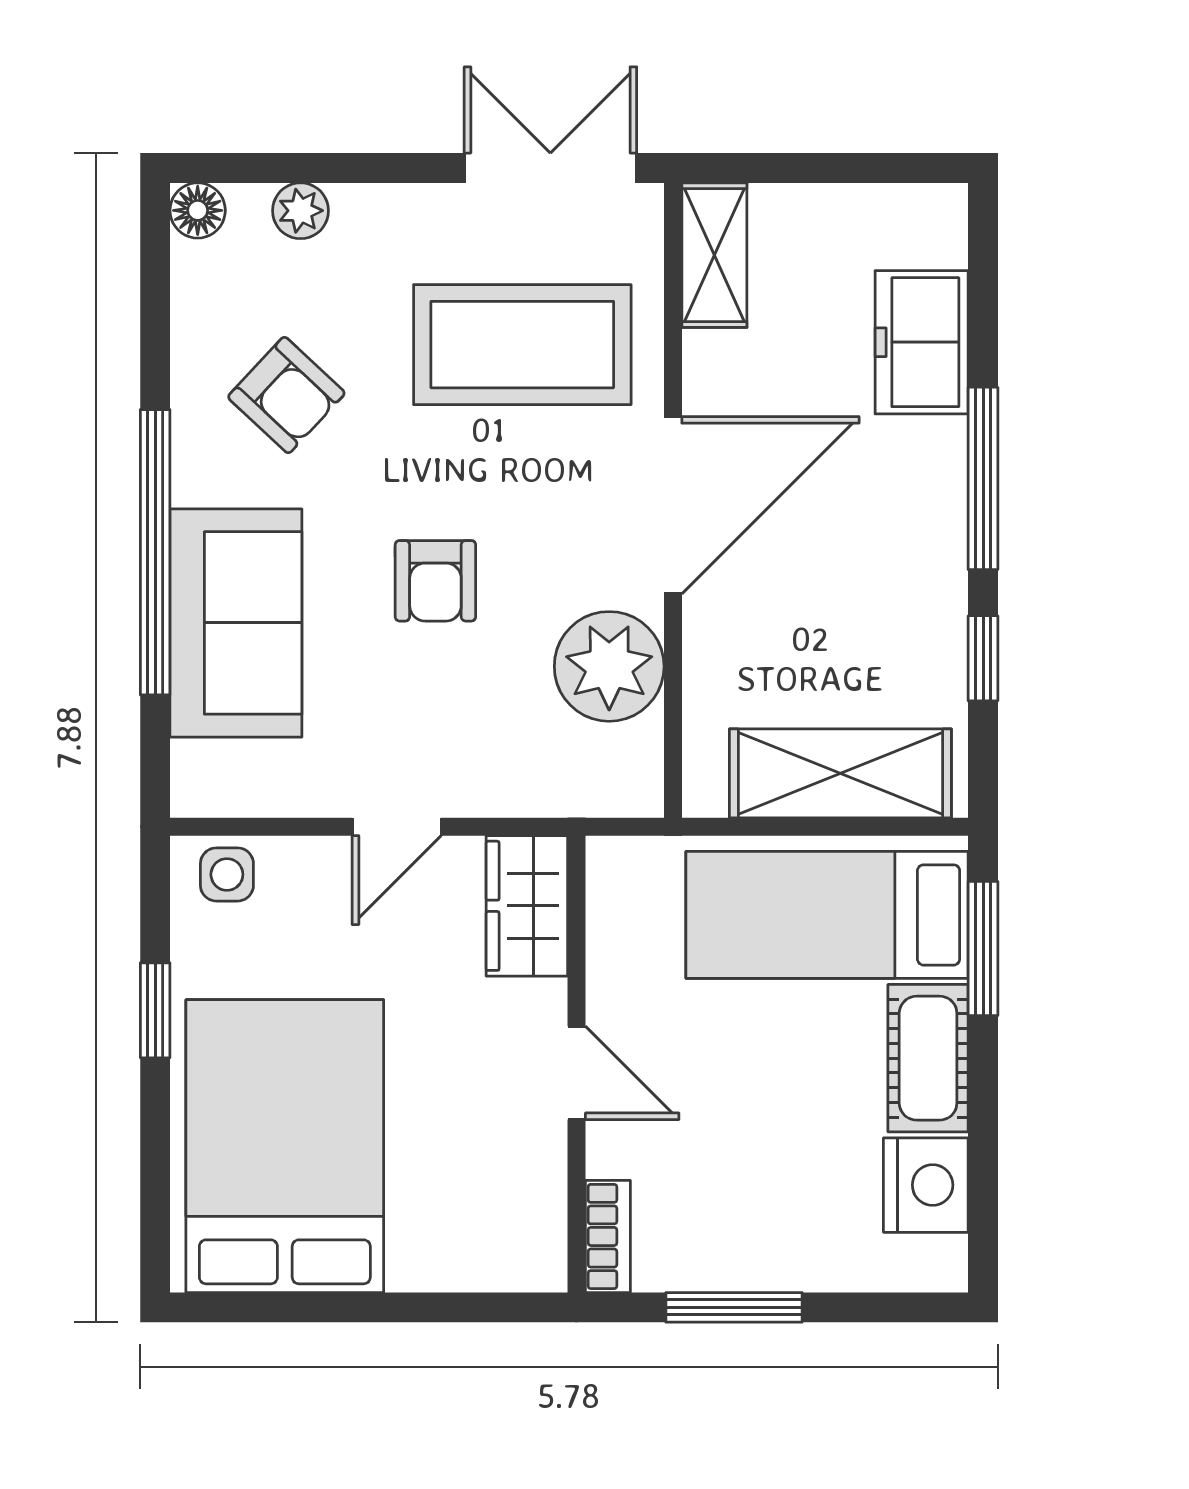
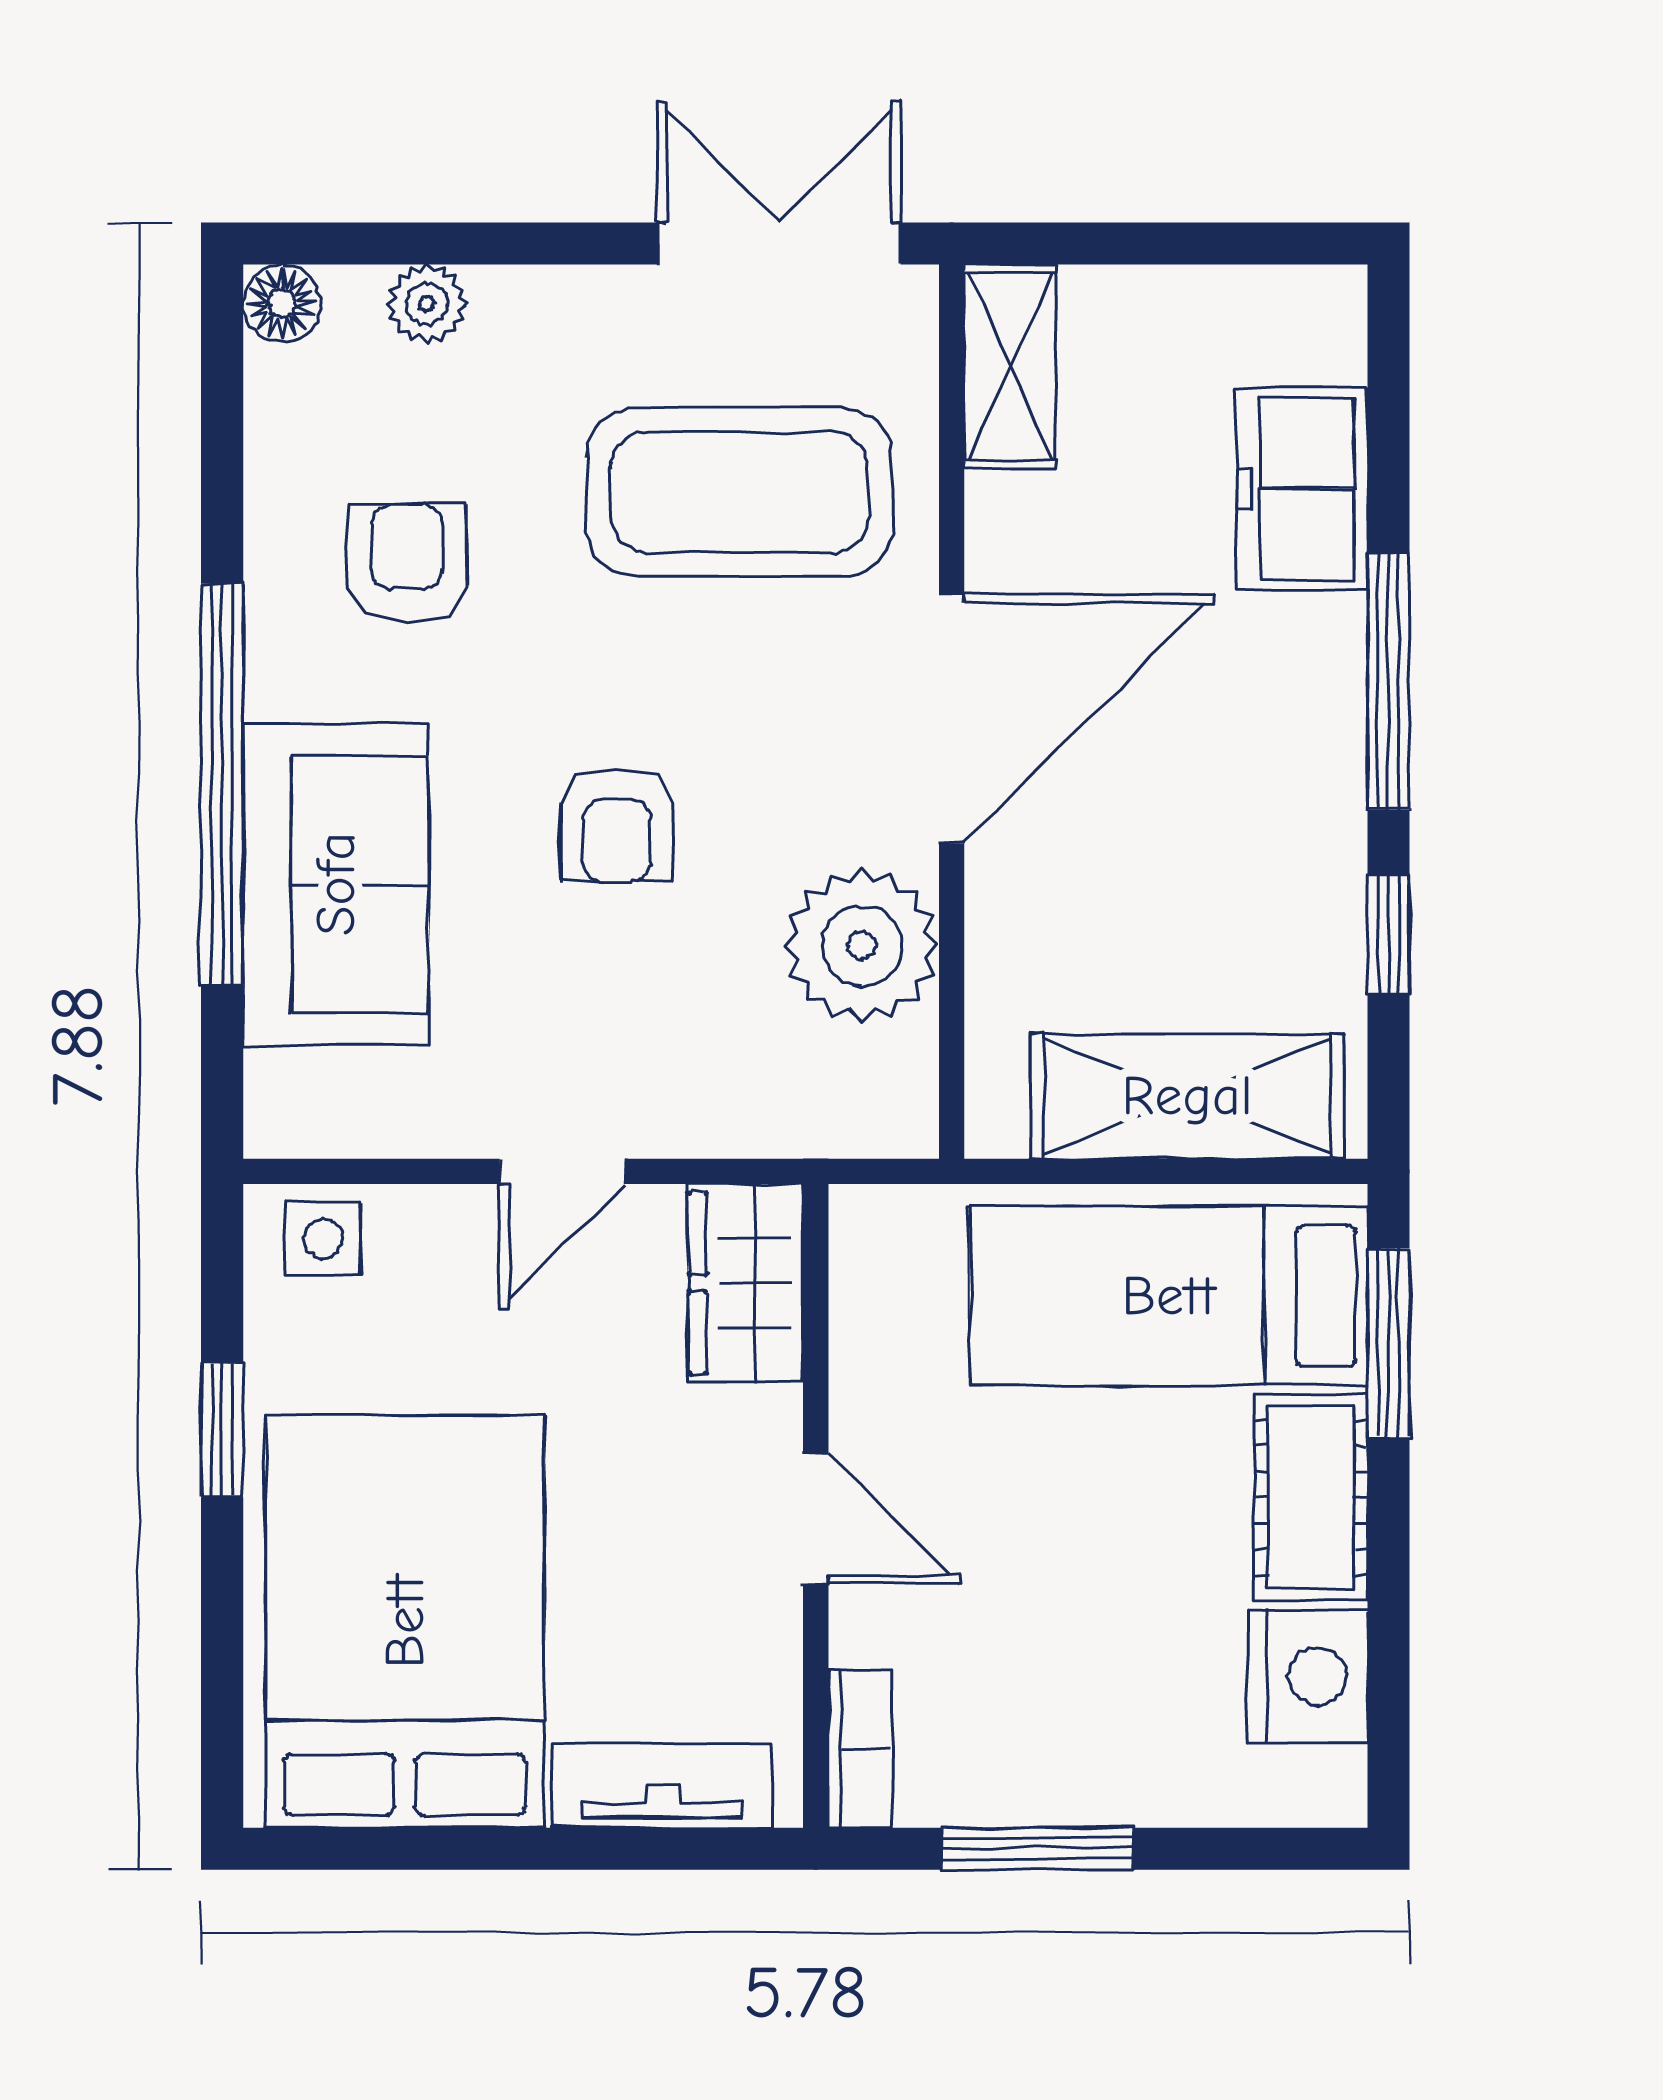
armchair: (286, 395) -> (407, 563), turned -133
tv unit: (468, 1263) -> (663, 1786), added

